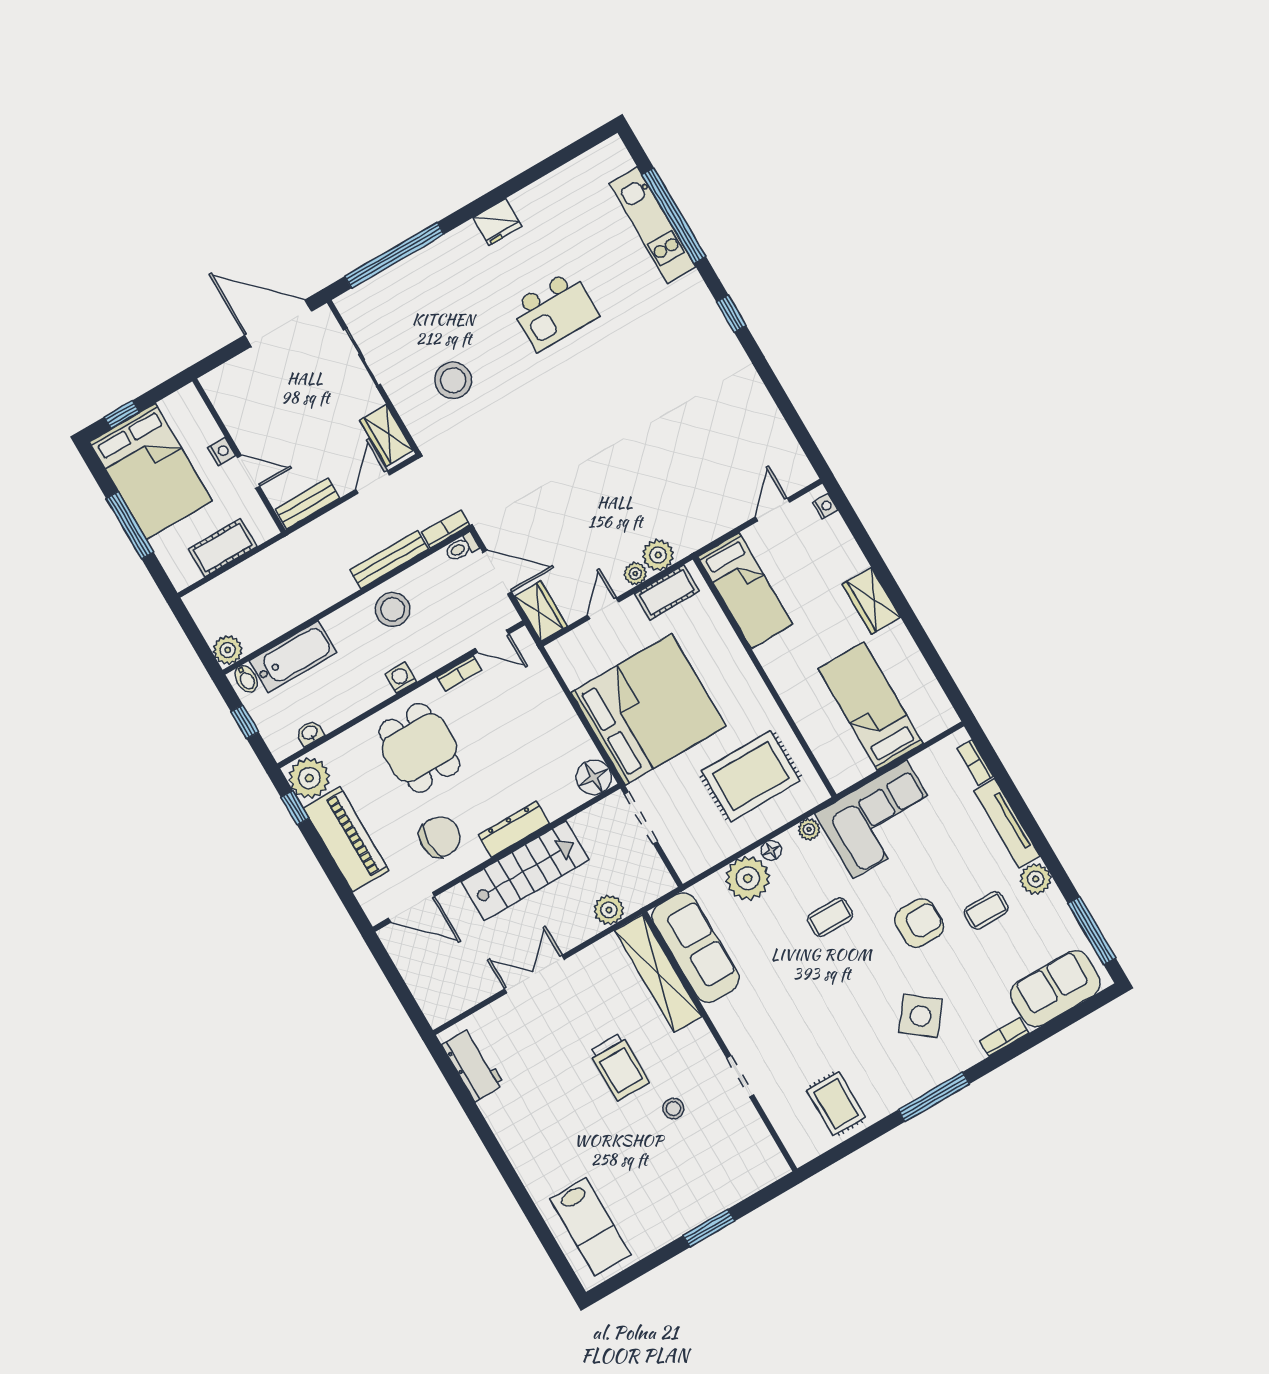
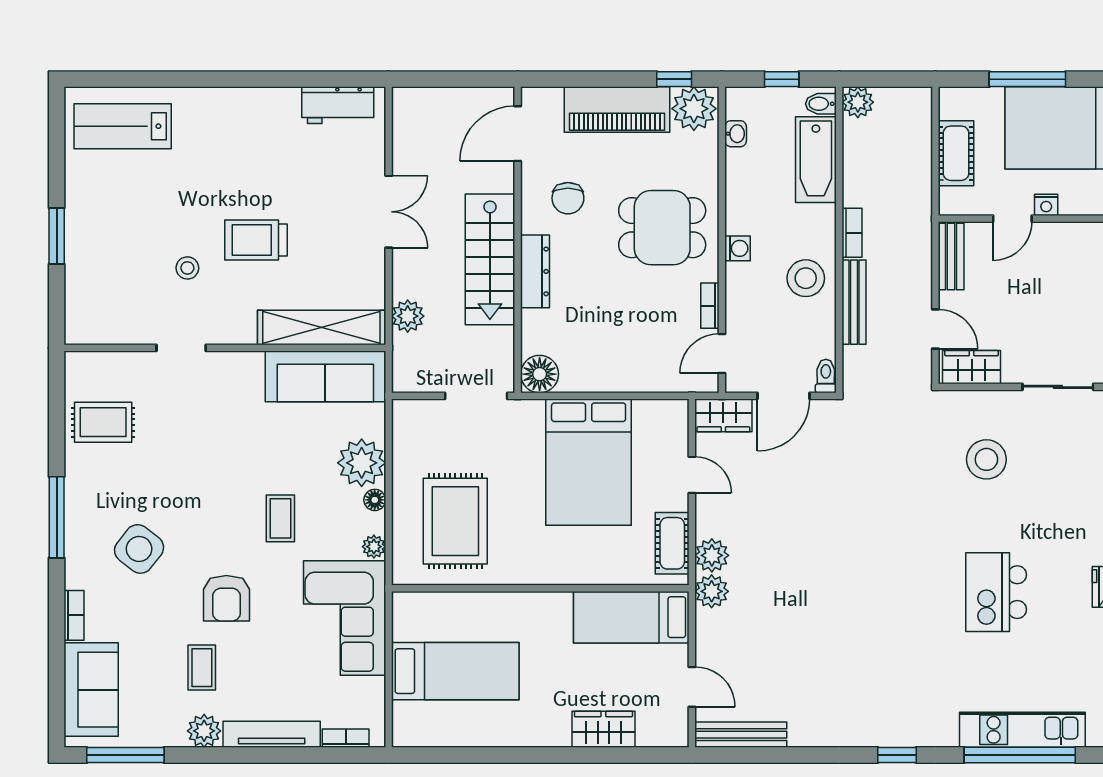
bench: (788, 448) -> (741, 735), added
nightstand: (825, 506) -> (666, 738), removed
bookcase: (446, 529) -> (852, 233), moved
plant: (635, 573) -> (712, 591), moved, width x1.38, depth x1.38
wardrobe: (871, 601) -> (603, 729), moved
bed: (648, 709) -> (589, 462), width x0.73
chair: (440, 837) -> (568, 198), width x0.73, depth x0.73

